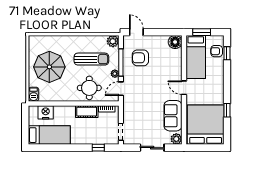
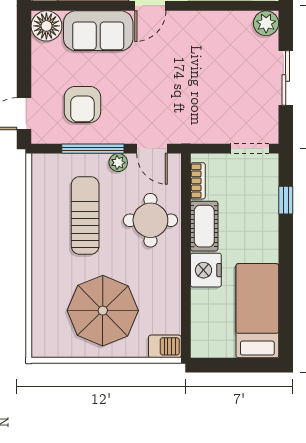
plant: (113, 41) -> (45, 167), removed
nightstand: (46, 112) -> (206, 270), moved
sofa: (173, 116) -> (98, 31), moved

